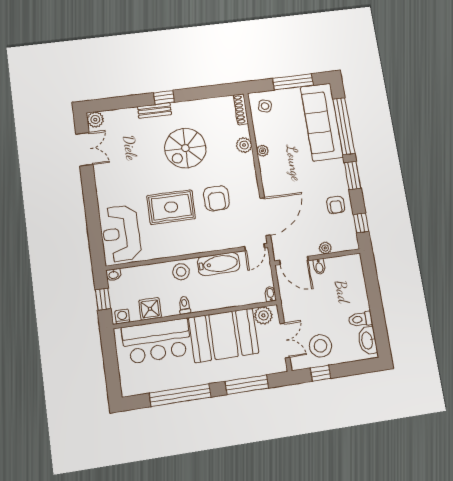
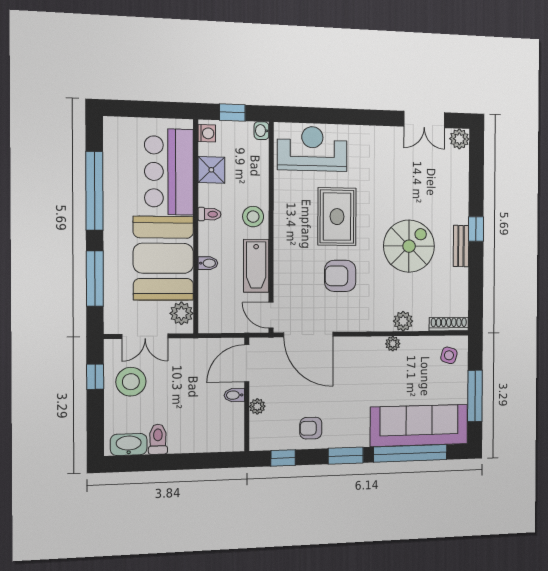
bench: (155, 111) -> (461, 246), moved
spiral stairs: (185, 148) -> (409, 246), turned 90
bidet: (270, 294) -> (208, 263), moved

